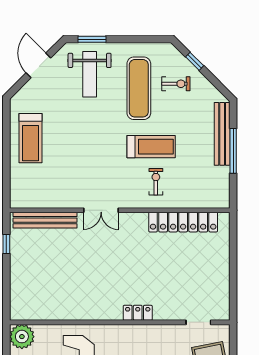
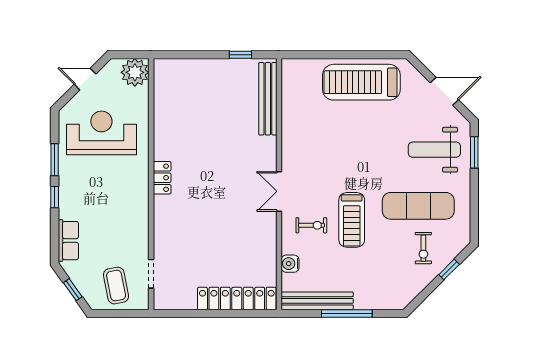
bench: (222, 134) -> (317, 301), moved
treadmill: (31, 138) -> (361, 82), width x1.37, depth x1.38
water cooler: (189, 201) -> (290, 264), added
double door: (101, 210) -> (279, 191), moved
locker: (183, 222) -> (237, 299), moved, turned 90
locker: (138, 313) -> (162, 178), moved

